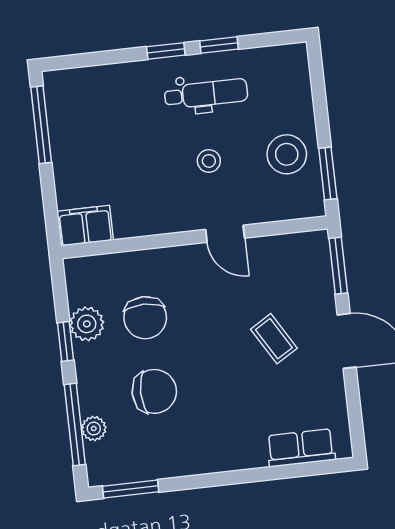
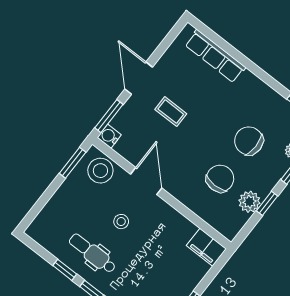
stool: (287, 154) -> (100, 171), moved
door: (225, 234) -> (146, 181), width x1.38
water cooler: (316, 244) -> (109, 136), added
coffee table: (274, 339) -> (171, 112), turned -59
row of seats: (301, 448) -> (215, 56), width x1.48

